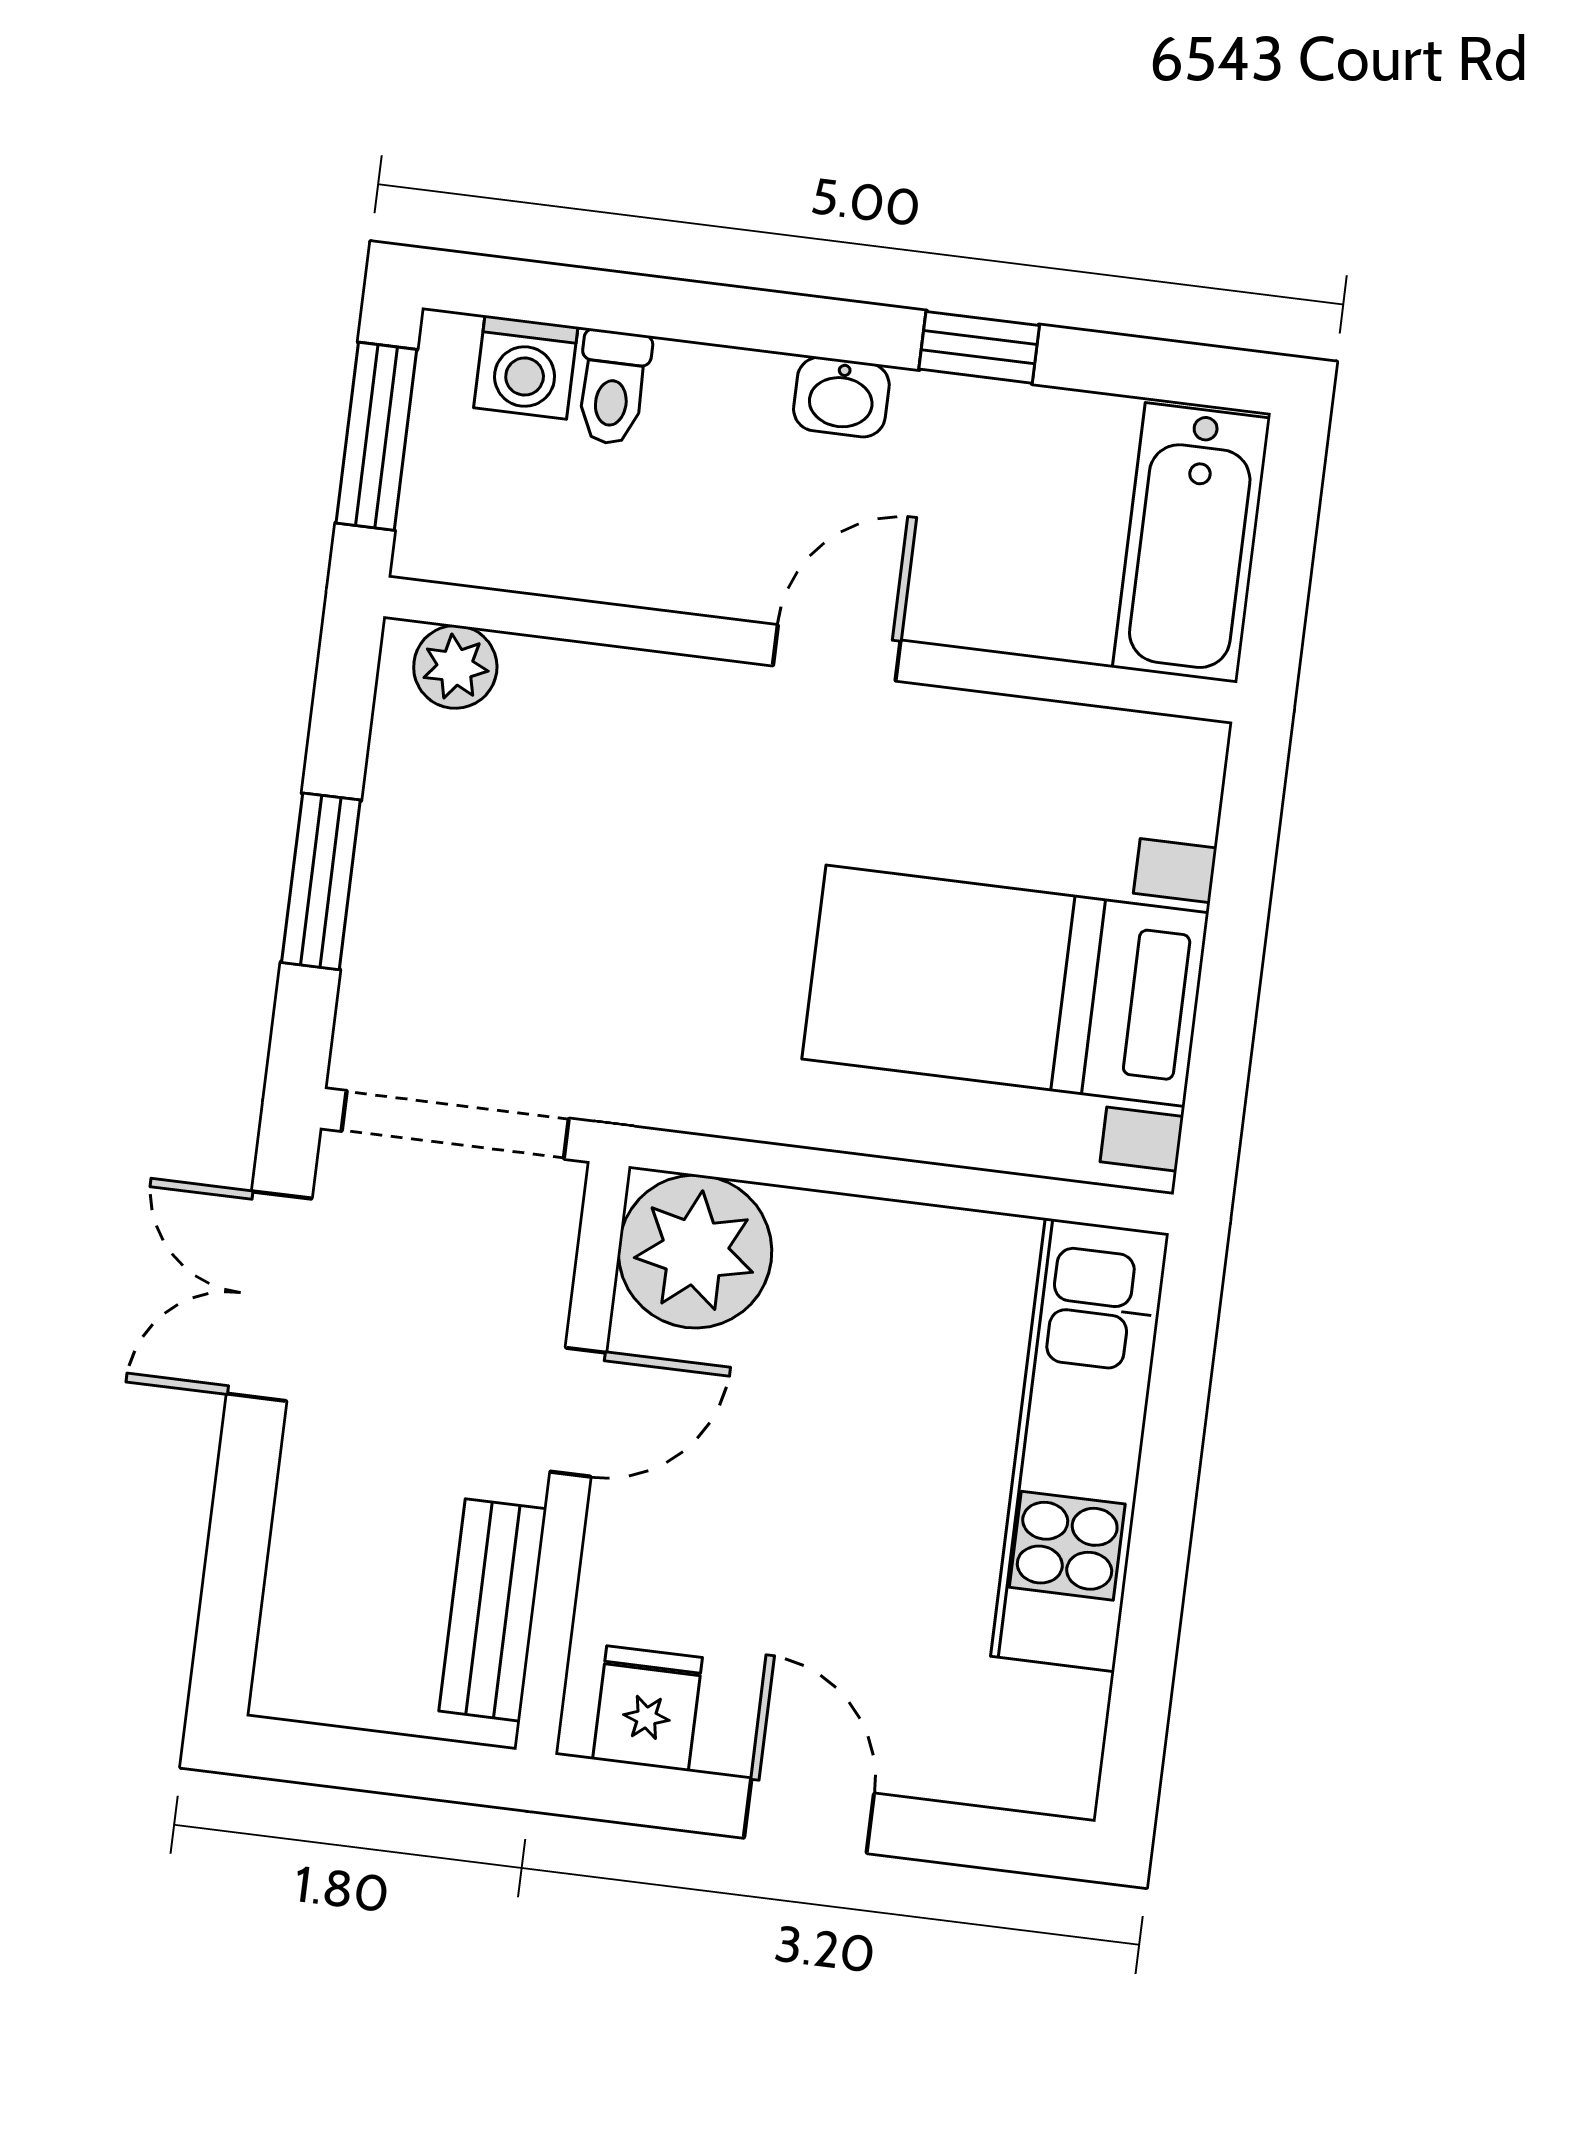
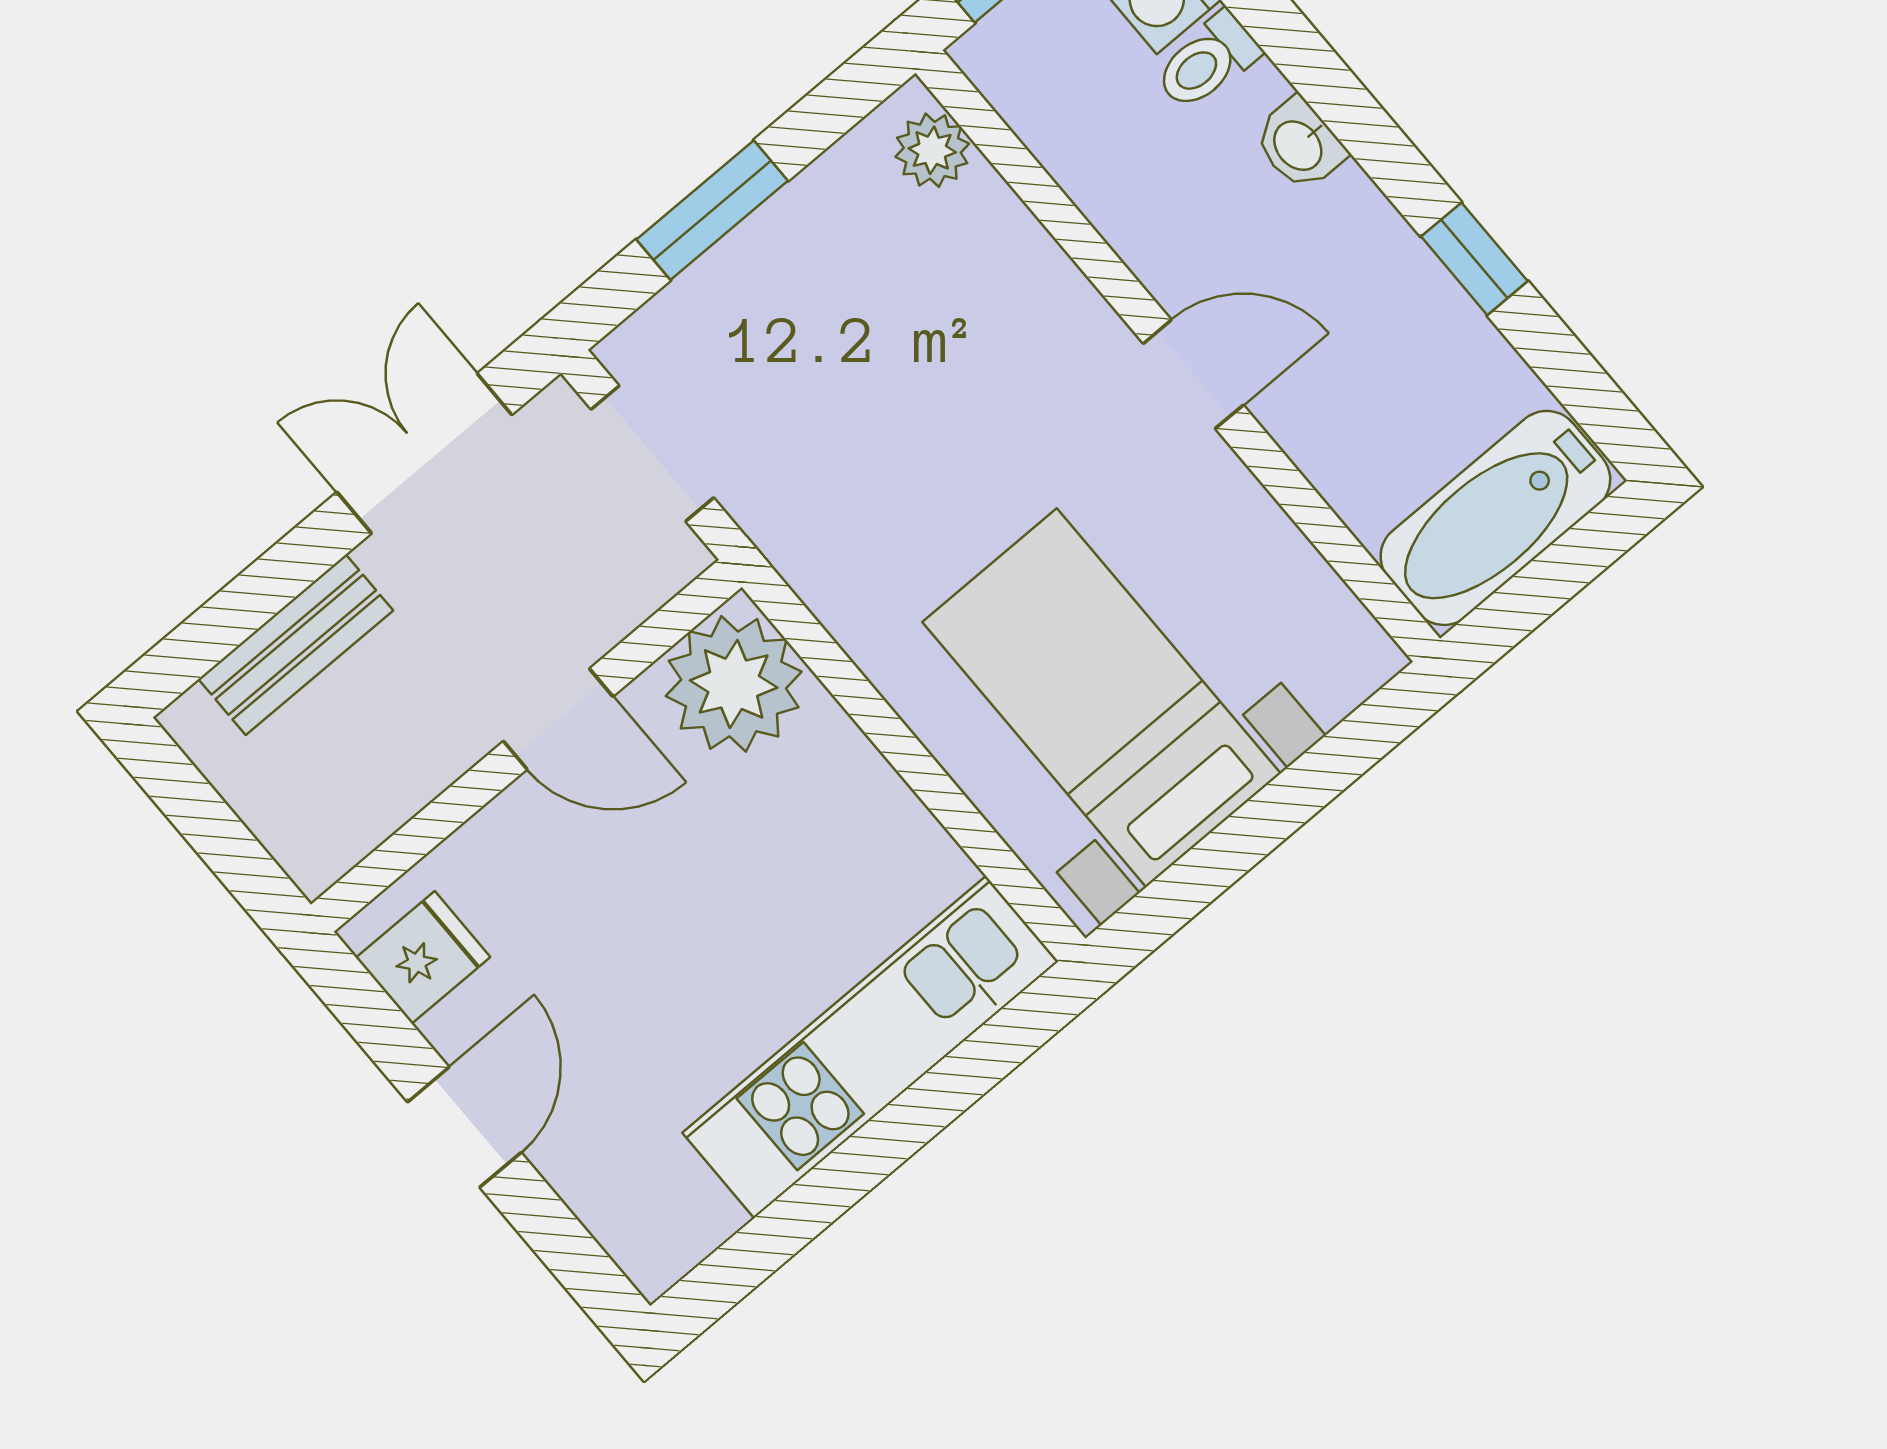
washbasin: (841, 397) -> (1299, 144), moved
doorway: (455, 1125) -> (652, 454), width x0.73
bench: (493, 1610) -> (296, 645), moved

